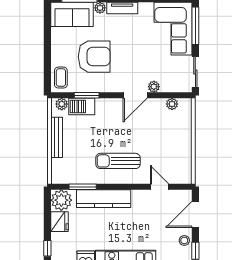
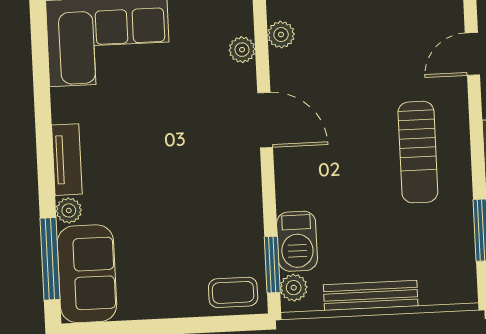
armchair: (94, 57) -> (181, 218), removed
plant: (154, 87) -> (242, 50), moved
window: (87, 95) -> (272, 265), moved

